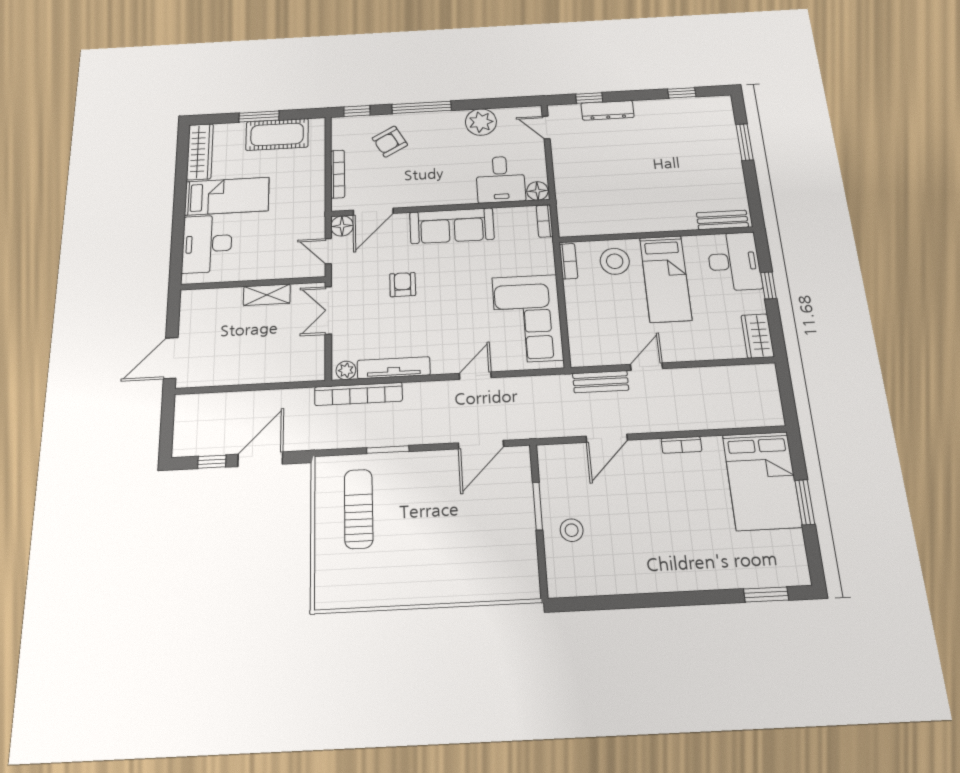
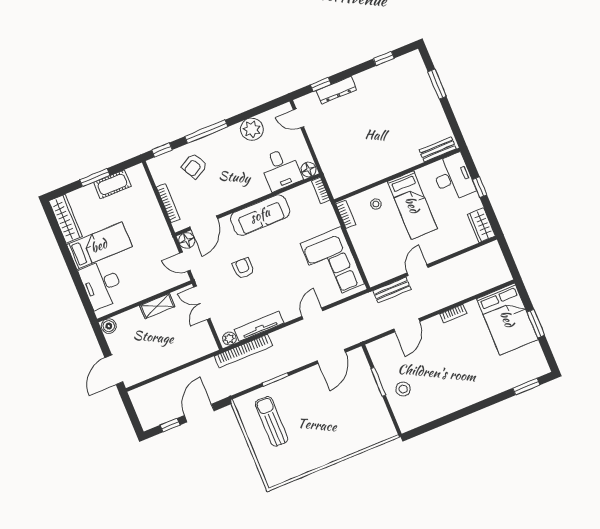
cot: (277, 134) -> (112, 184), width x0.73, depth x0.75
stool: (615, 261) -> (376, 204), width x0.53, depth x0.53
boiler: (191, 299) -> (109, 326), added

